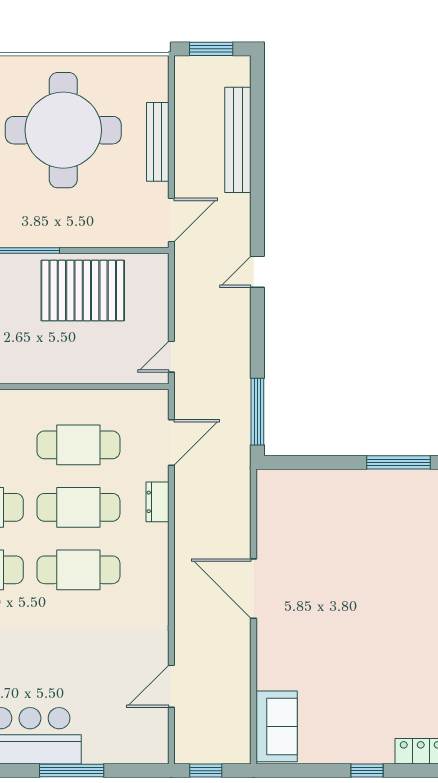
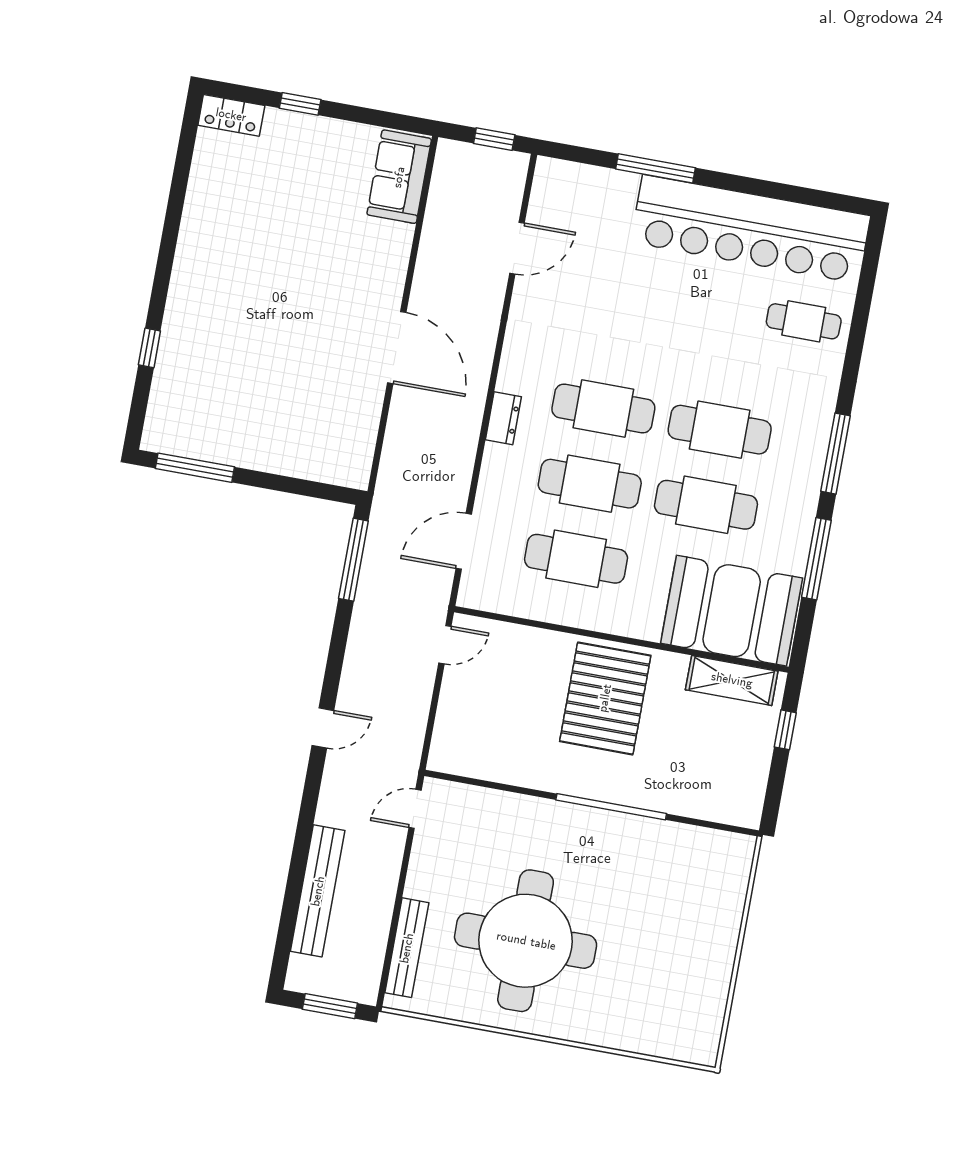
bench: (158, 142) -> (407, 948), moved
door: (171, 220) -> (415, 809), width x0.73
pallet: (83, 291) -> (605, 698), moved, turned 90
dresser: (158, 502) -> (503, 418), moved

